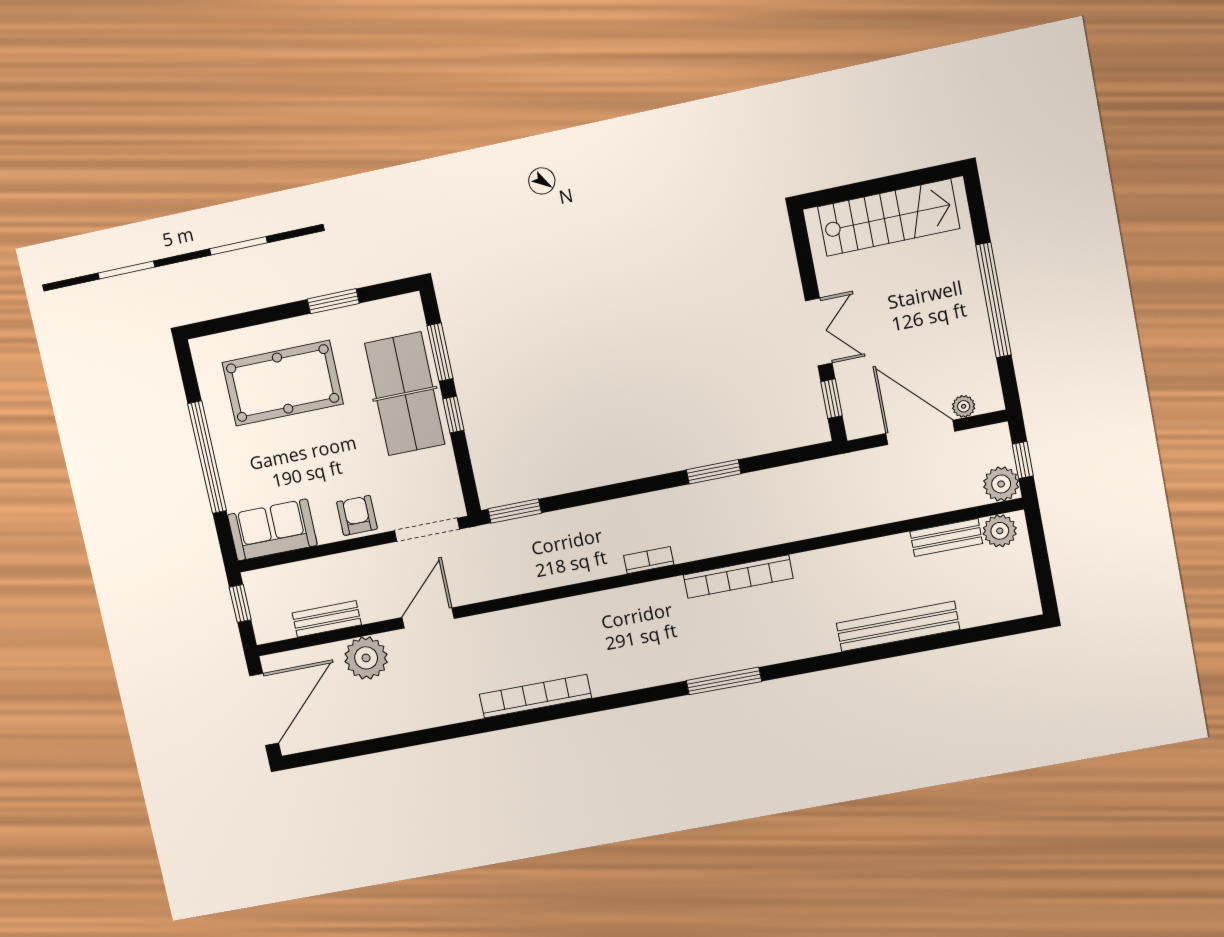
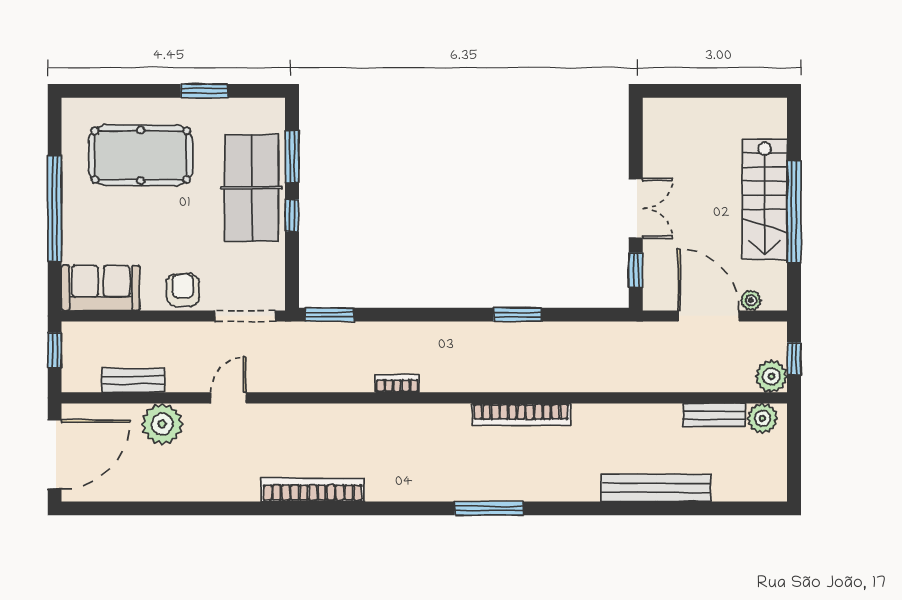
stairs: (889, 218) -> (765, 199), moved, turned 90
bookcase: (649, 560) -> (397, 384), moved
door: (428, 618) -> (228, 398), width x0.73

